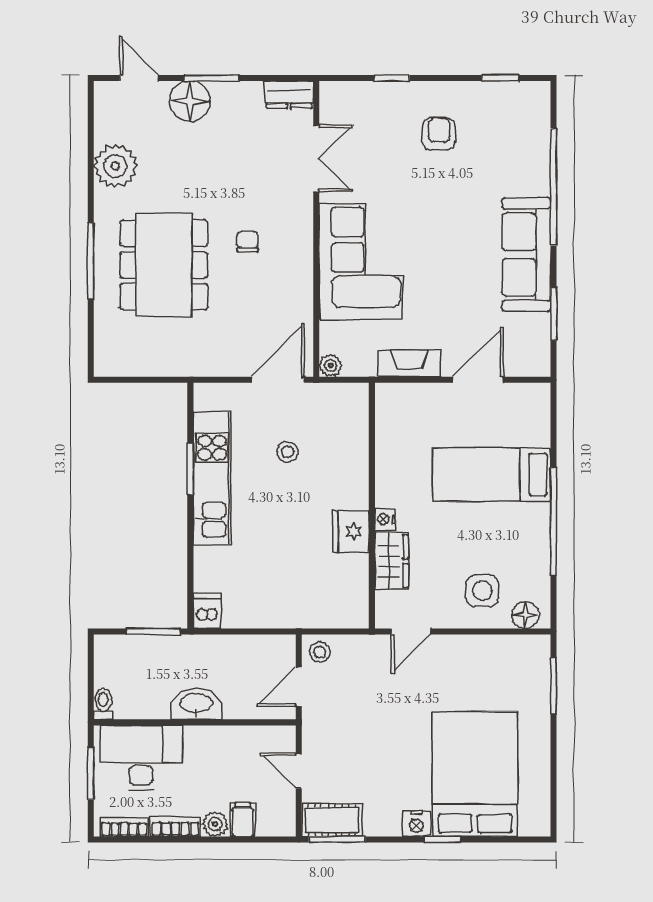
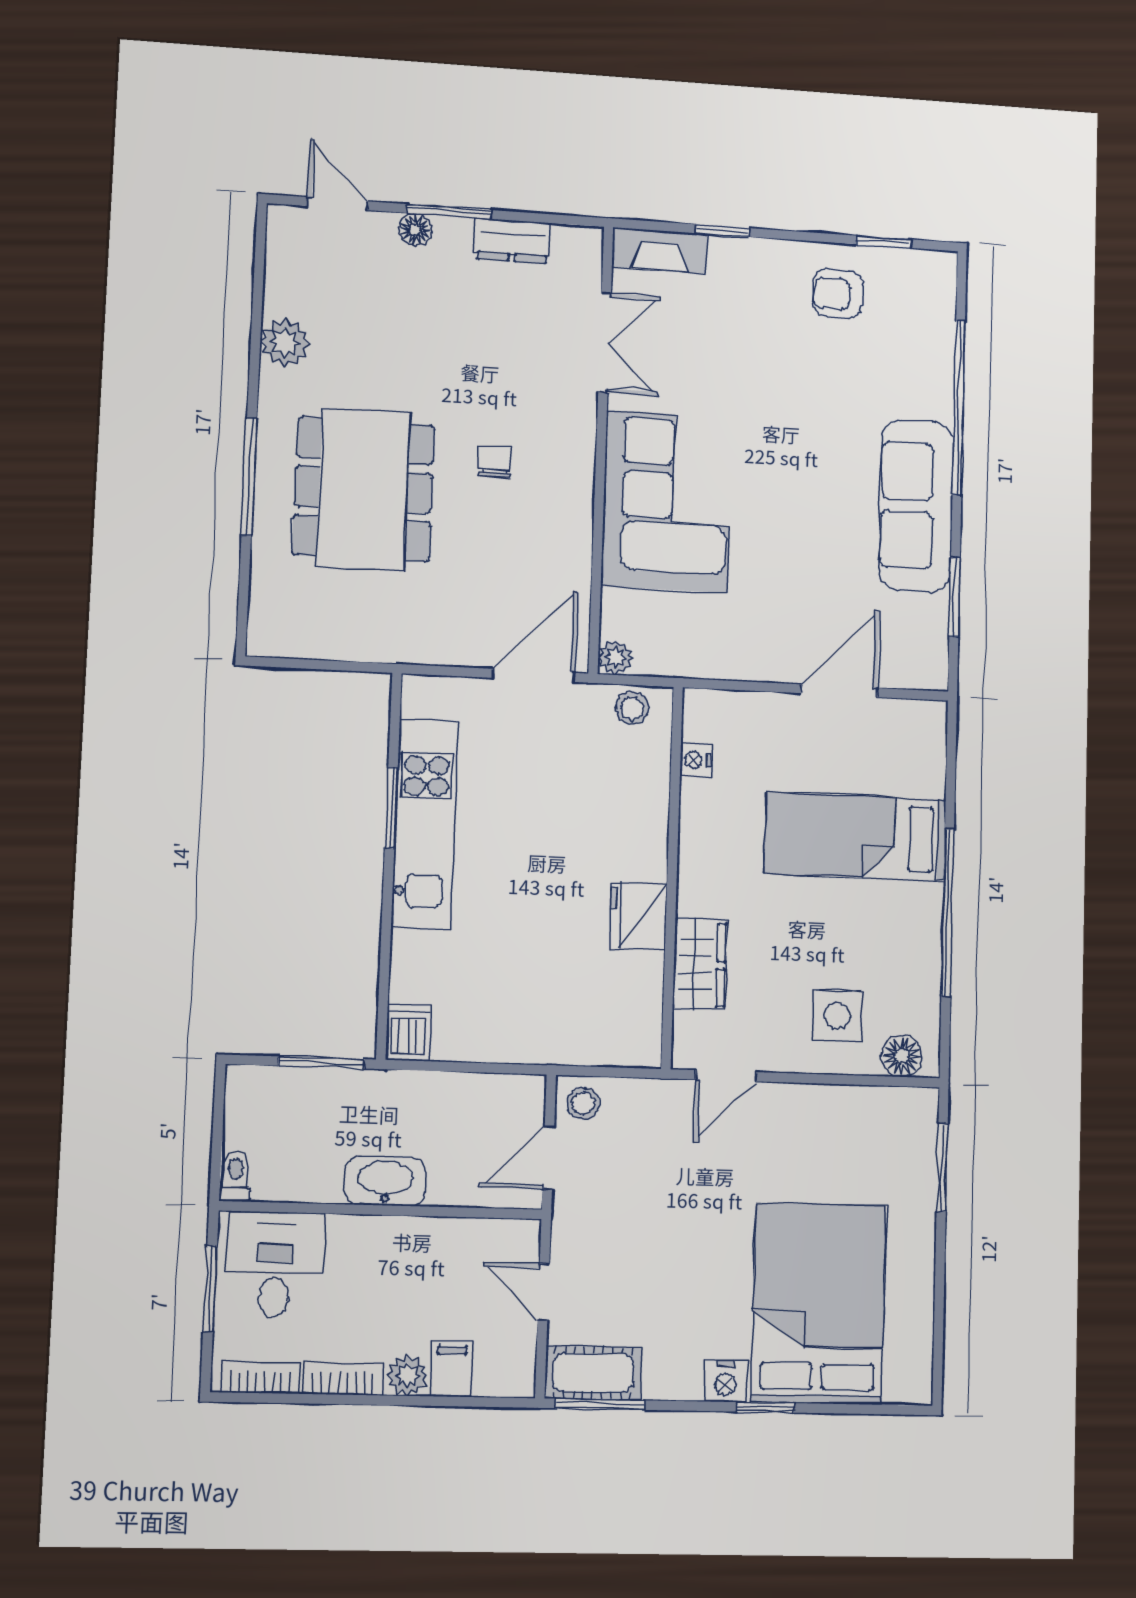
dresser: (289, 95) -> (513, 241), moved
floor lamp: (190, 101) -> (415, 230), width x0.53, depth x0.53
armchair: (439, 134) -> (838, 294), moved, turned -90
plant: (115, 166) -> (285, 343), width x0.73, depth x0.73
fireplace: (409, 363) -> (660, 250), moved, turned 180
stool: (288, 452) -> (632, 708), moved
nightstand: (385, 519) -> (696, 760), moved
desk: (141, 758) -> (275, 1264), width x0.73

